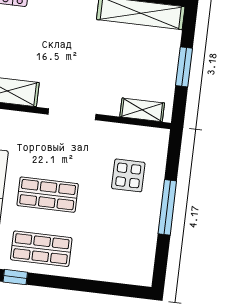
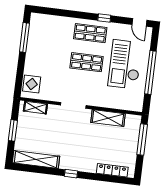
display table: (128, 175) -> (32, 84), moved
window: (167, 207) -> (24, 37), moved

